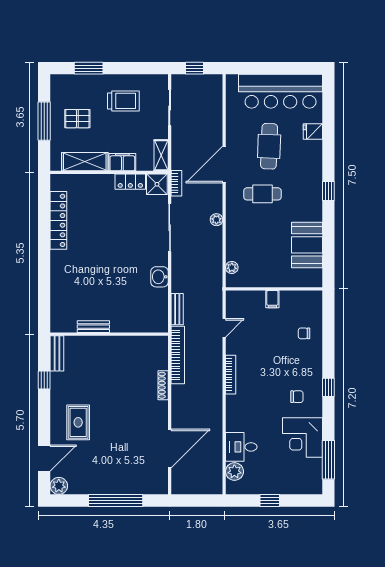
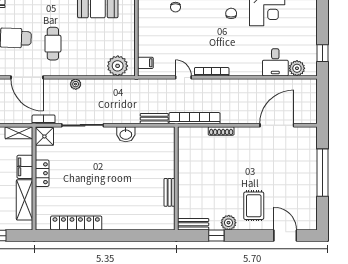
locker: (130, 182) -> (42, 173), moved
plant: (232, 267) -> (118, 66), width x1.88, depth x1.88
filing cabinet: (272, 299) -> (145, 63), moved
door: (224, 328) -> (183, 77), moved
rug: (78, 422) -> (254, 206), turned 90
door: (170, 449) -> (277, 125), hinge flipped
plant: (59, 486) -> (229, 223), moved
window: (270, 501) -> (322, 53), moved

